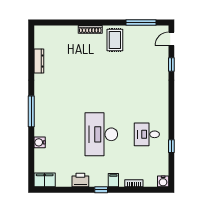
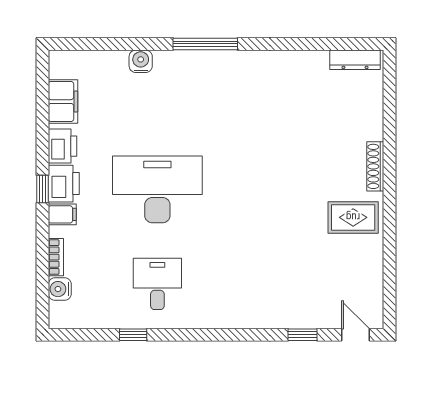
window: (141, 22) -> (390, 272), removed
dresser: (39, 61) -> (355, 60), moved
printer: (99, 179) -> (64, 184), added
filing cabinet: (45, 180) -> (63, 102), moved
water cooler: (163, 181) -> (60, 289), moved

